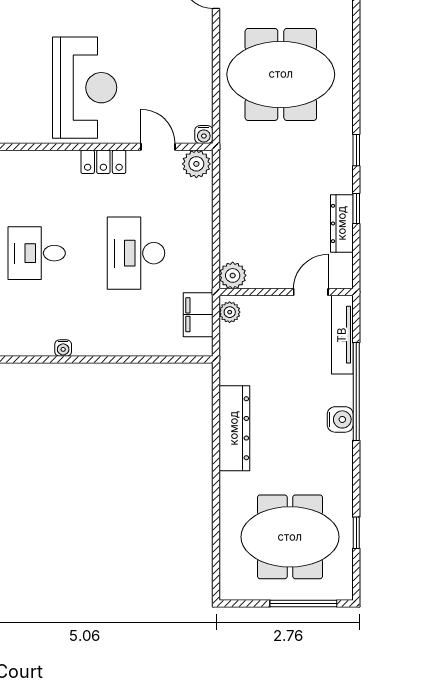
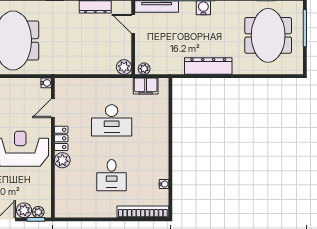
plant: (196, 164) -> (62, 160), moved
water cooler: (63, 348) -> (164, 184), moved

